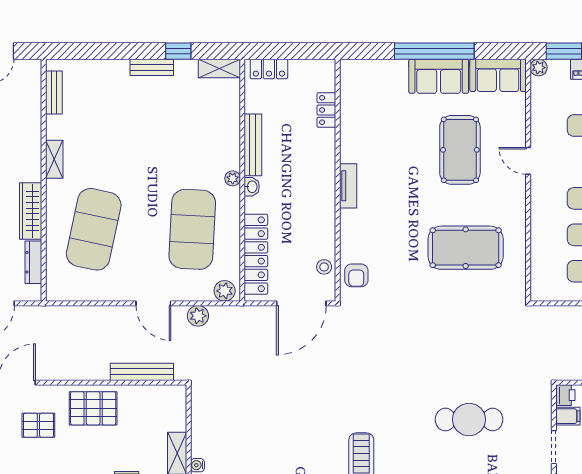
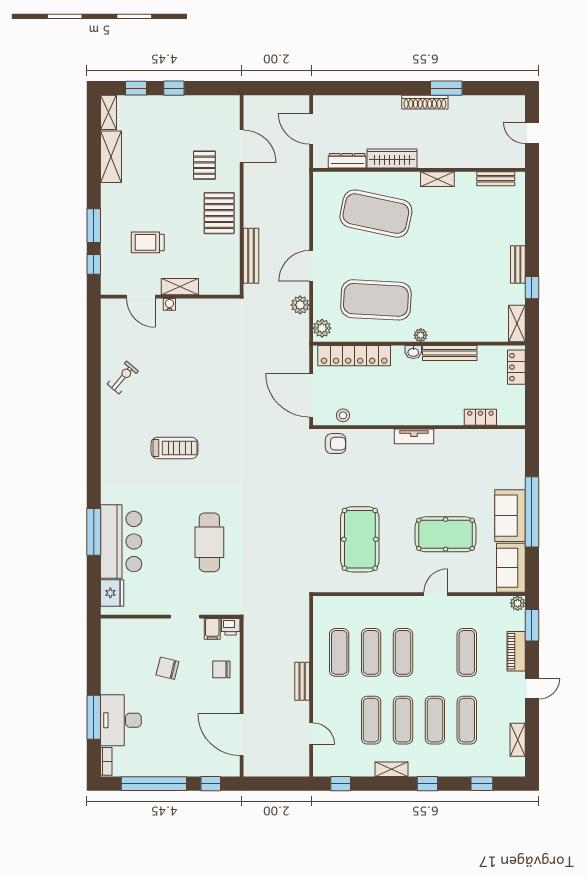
armchair: (356, 275) -> (336, 444), turned 180

